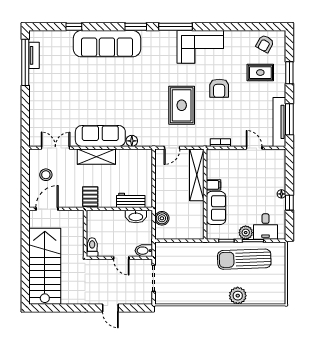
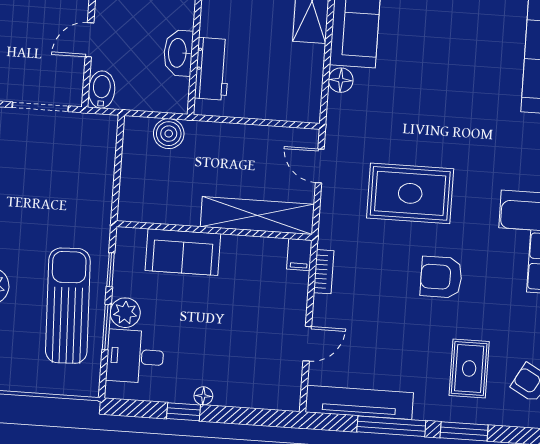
window: (289, 119) -> (391, 426), moved
filing cabinet: (213, 185) -> (299, 255), moved
washbasin: (136, 217) -> (178, 53), moved

